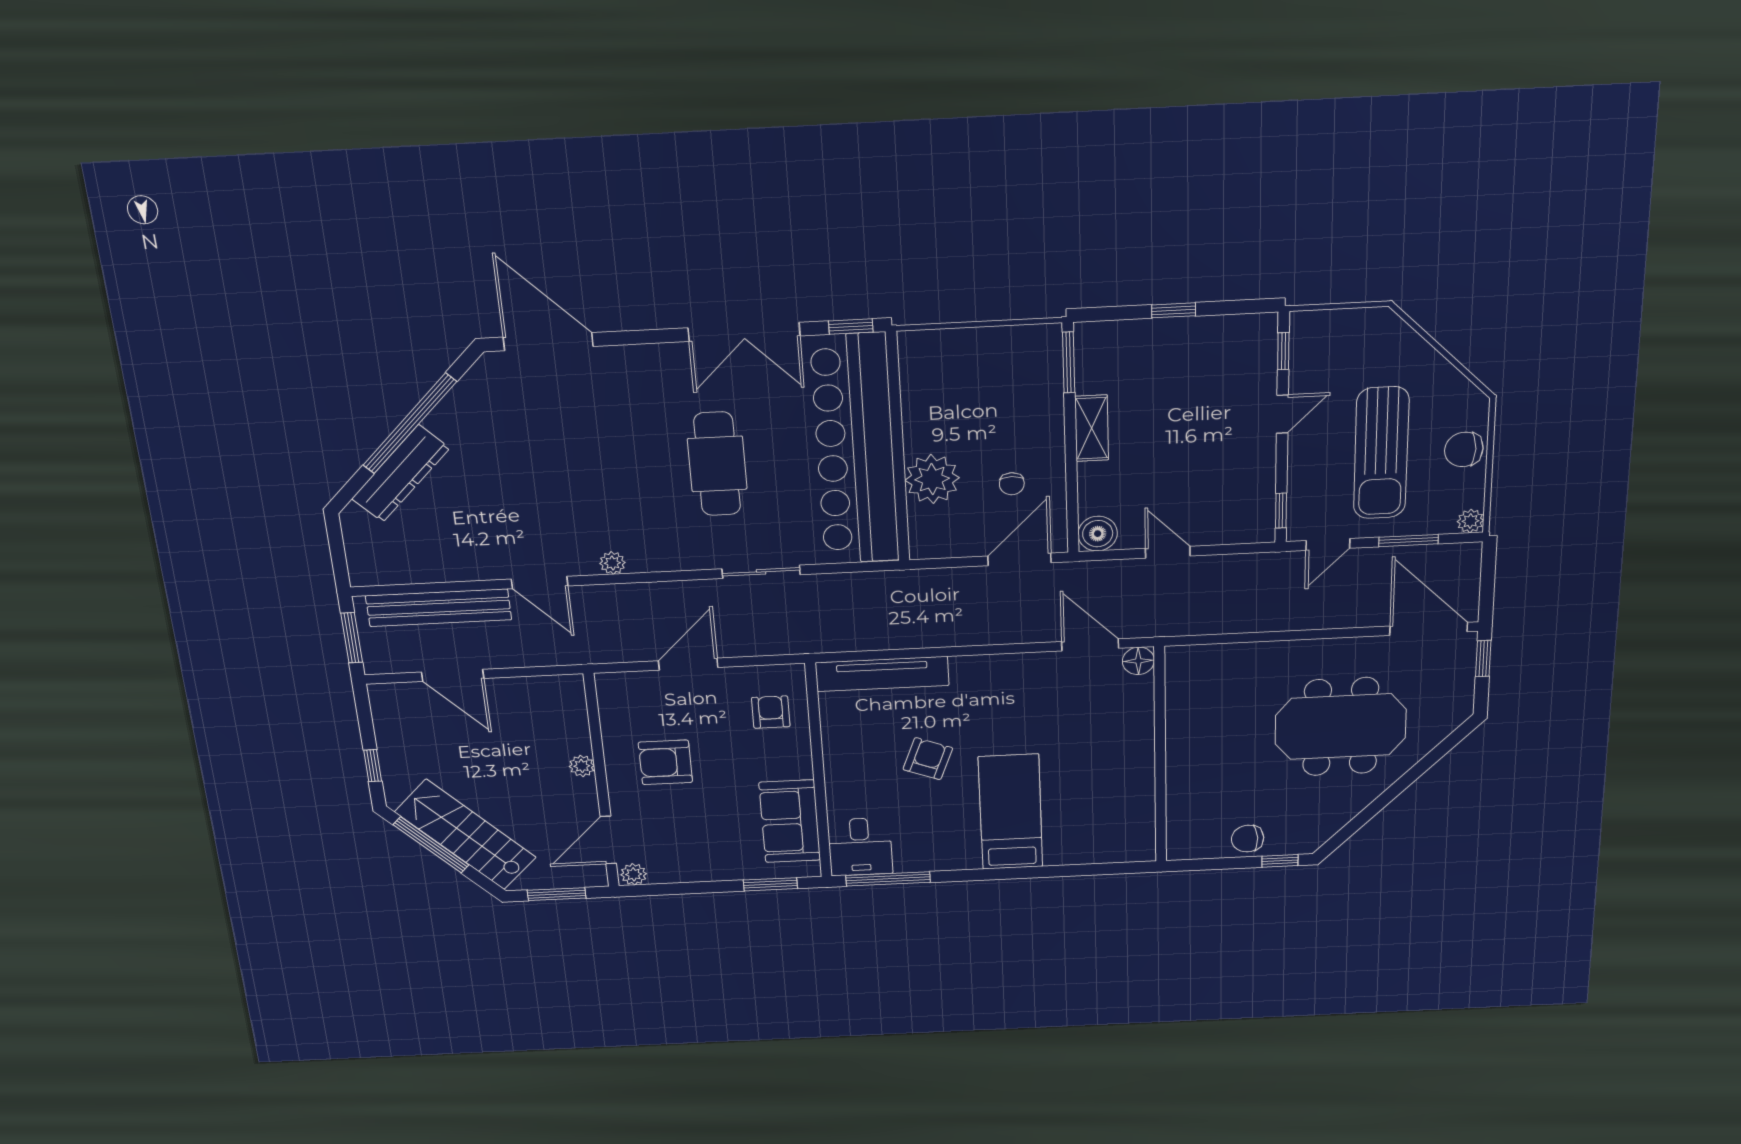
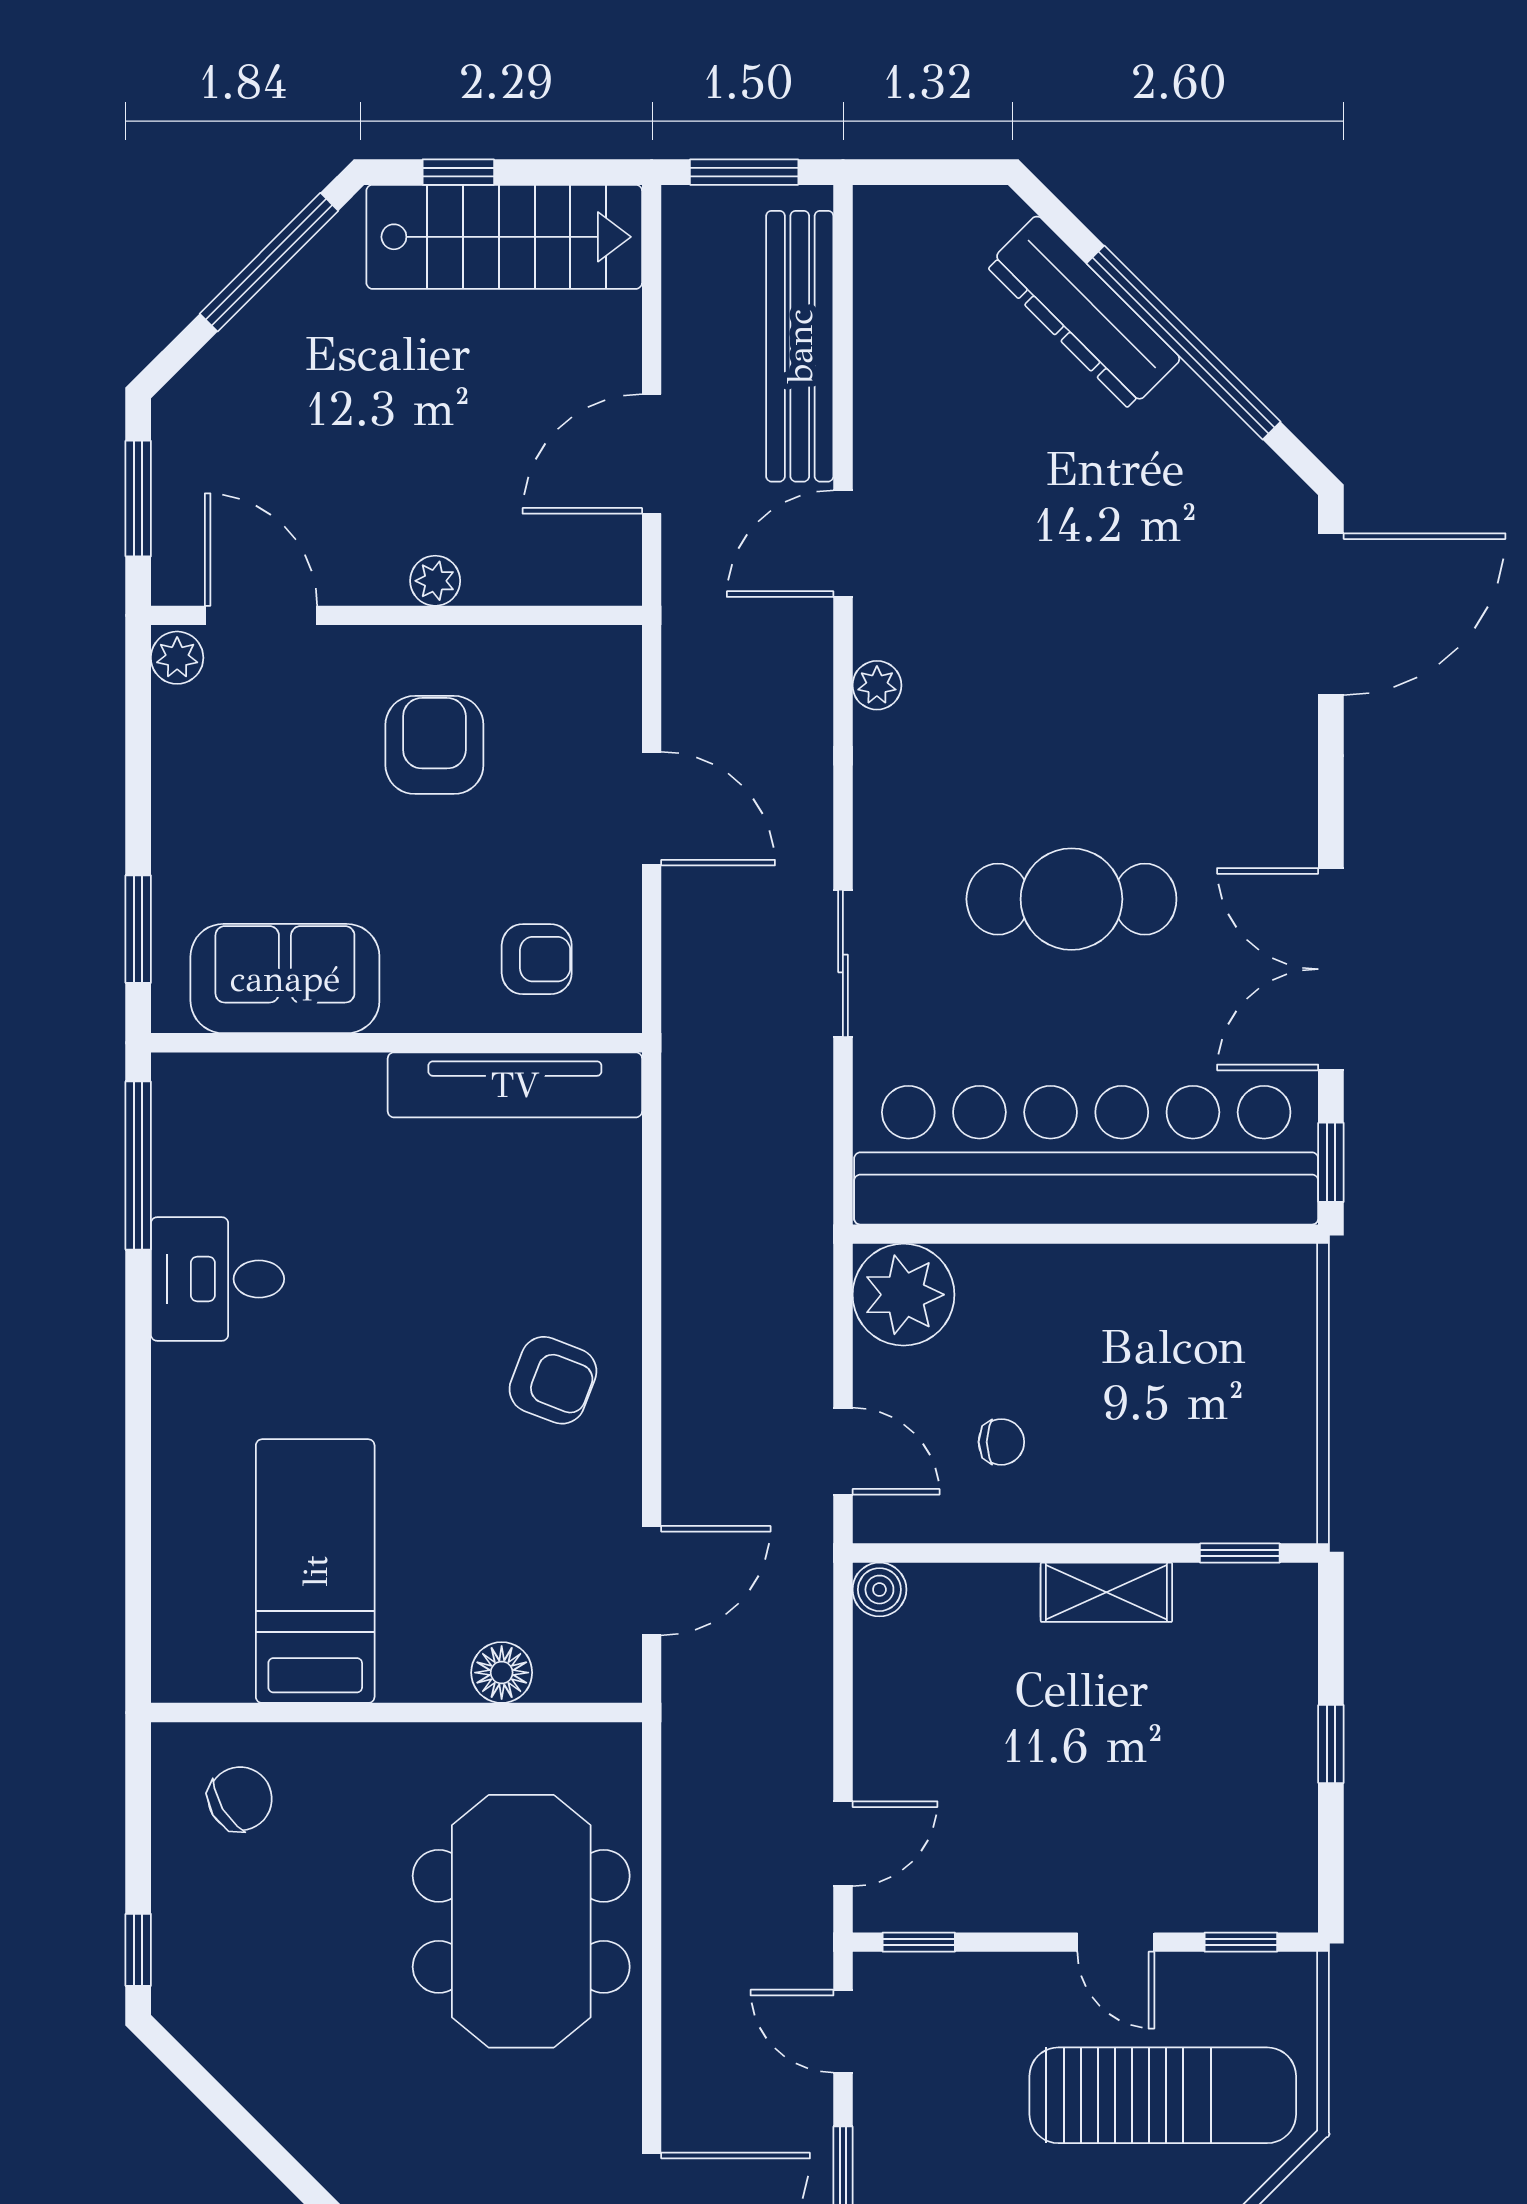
window: (1069, 362) -> (1240, 1553), width x0.67
sun lounger: (1381, 453) -> (1163, 2095), moved, turned 180
plant: (932, 479) -> (904, 1295), moved
chair: (1012, 484) -> (1001, 1442), turned 180
boiler: (1098, 534) -> (879, 1590), width x0.73, depth x0.73
door: (1168, 552) -> (843, 1844), moved
door: (1019, 559) -> (843, 1451), width x0.73
floor lamp: (1138, 661) -> (502, 1673), moved
tv unit: (882, 674) -> (515, 1085), moved, turned -90
door: (453, 675) -> (652, 454), moved
meeting table: (1341, 727) -> (521, 1921), moved
armchair: (928, 759) -> (553, 1380), moved
bed: (1011, 812) -> (315, 1571), moved, turned -90
stairs: (466, 835) -> (504, 237), moved, turned 45
chair: (1248, 839) -> (240, 1799), moved, turned 62
desk: (860, 847) -> (218, 1279), moved

